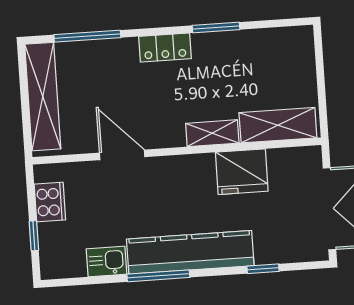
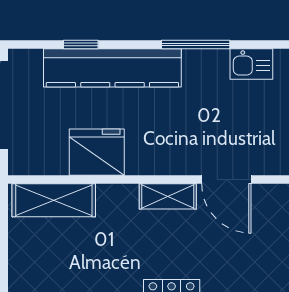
shelving: (212, 133) -> (168, 196), moved
kitchen counter: (190, 252) -> (112, 68), moved

